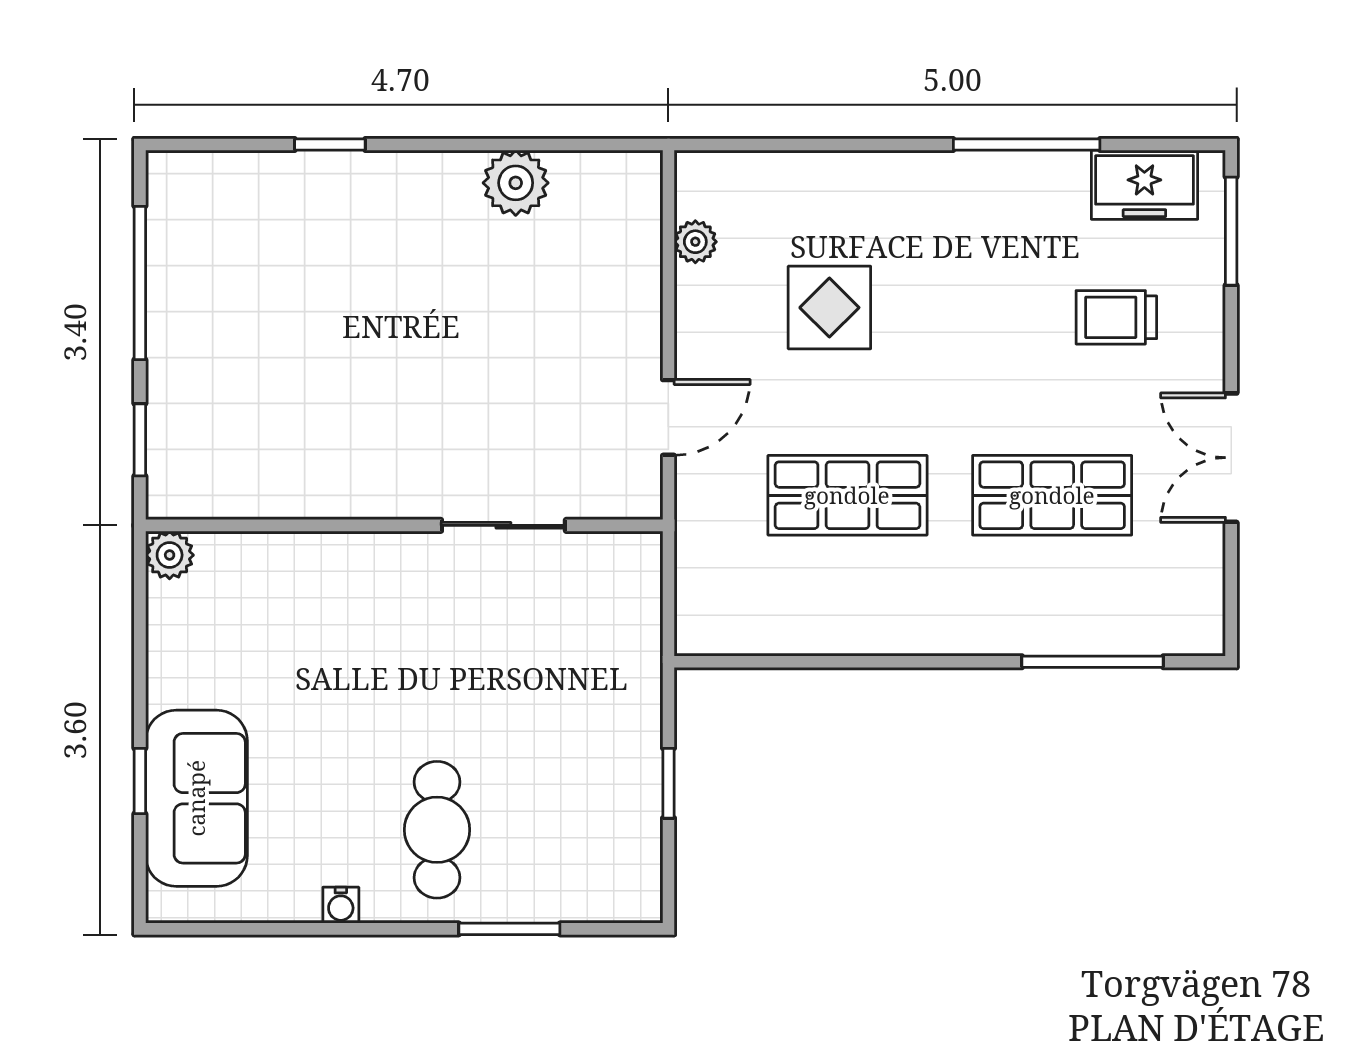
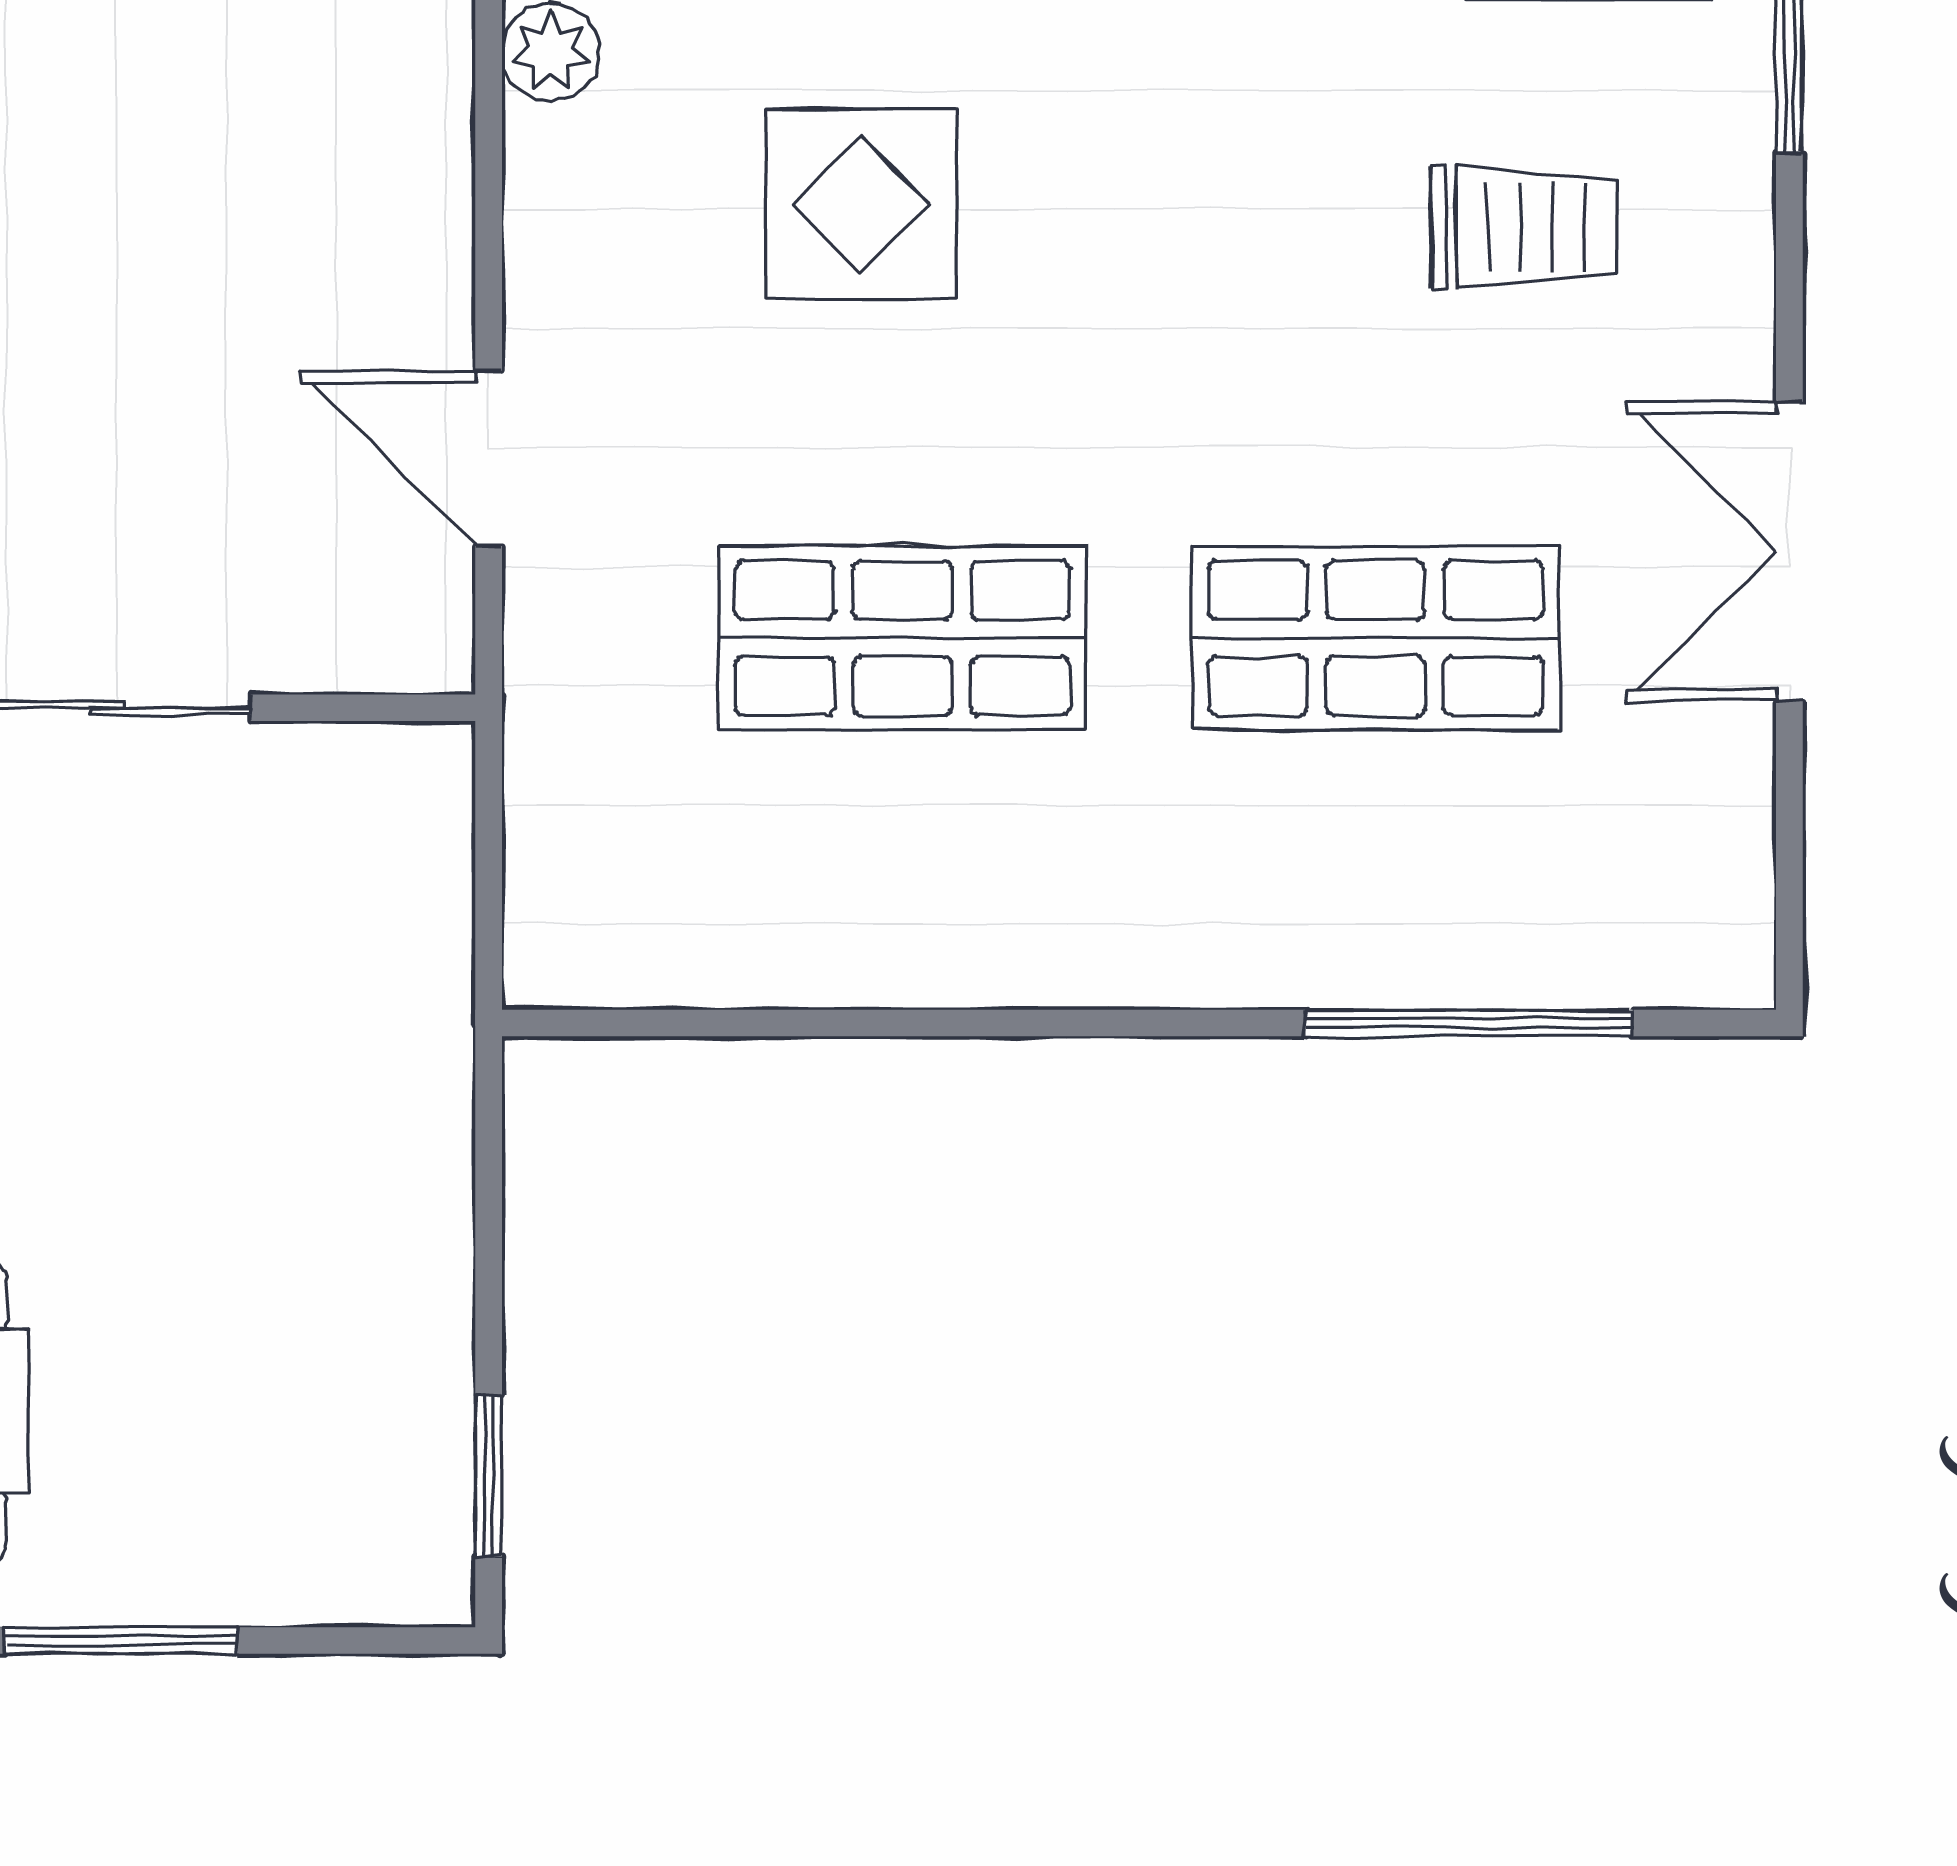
trolley: (1116, 317) -> (1524, 227), turned 180
door: (668, 417) -> (489, 458), swing flipped
window: (668, 783) -> (489, 1475), moved

